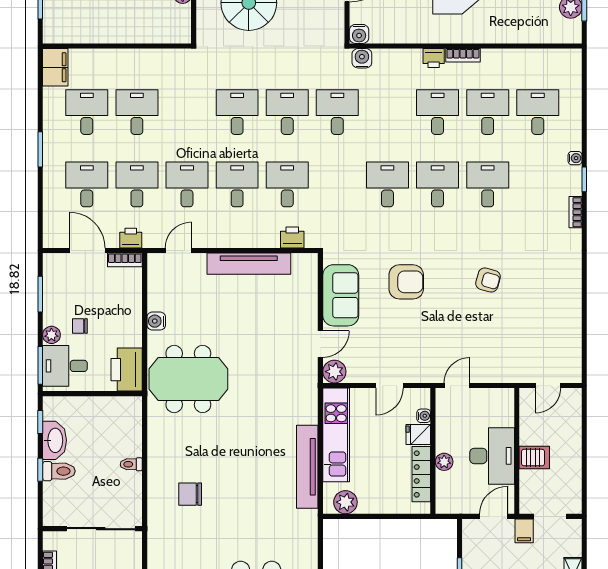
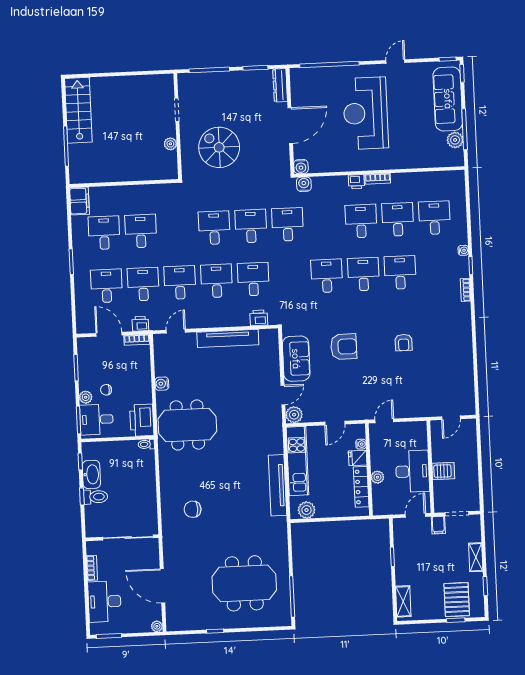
armchair: (488, 280) -> (404, 343), turned 74
toilet: (131, 464) -> (146, 444), moved

